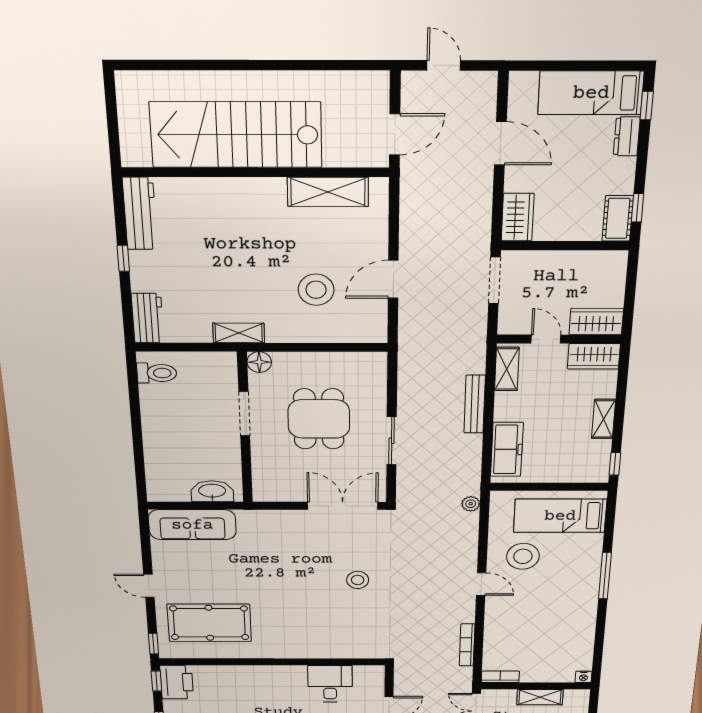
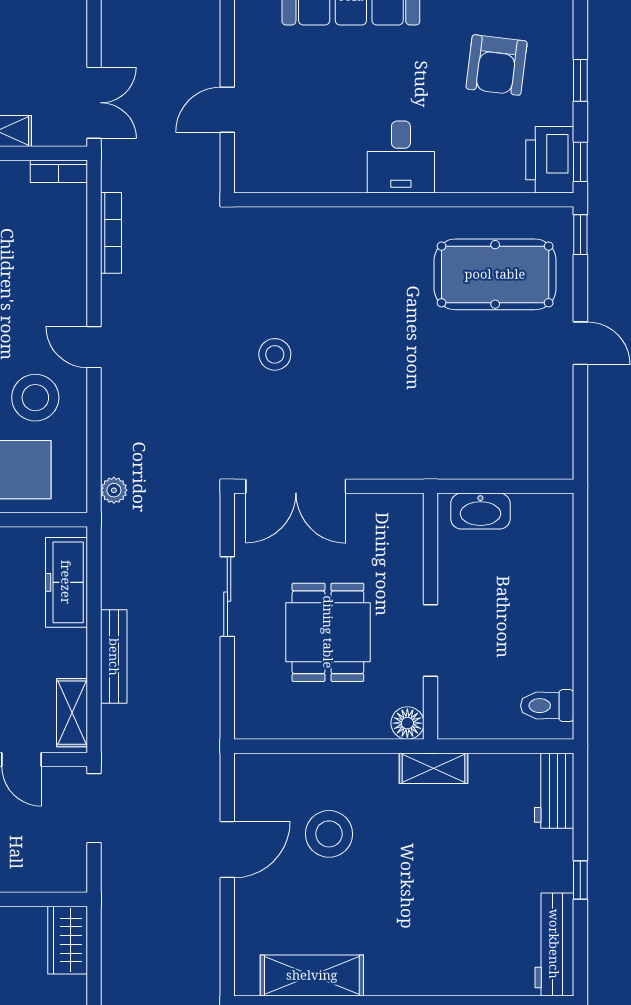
doorway: (494, 280) -> (94, 808), moved
sofa: (192, 525) -> (511, 453), removed
desk: (330, 684) -> (401, 157), moved

